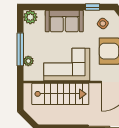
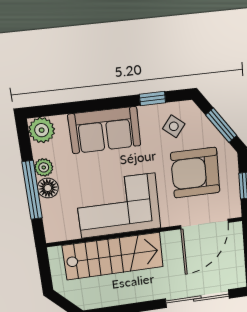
floor lamp: (29, 49) -> (48, 188), added
plant: (28, 61) -> (44, 167), moved

